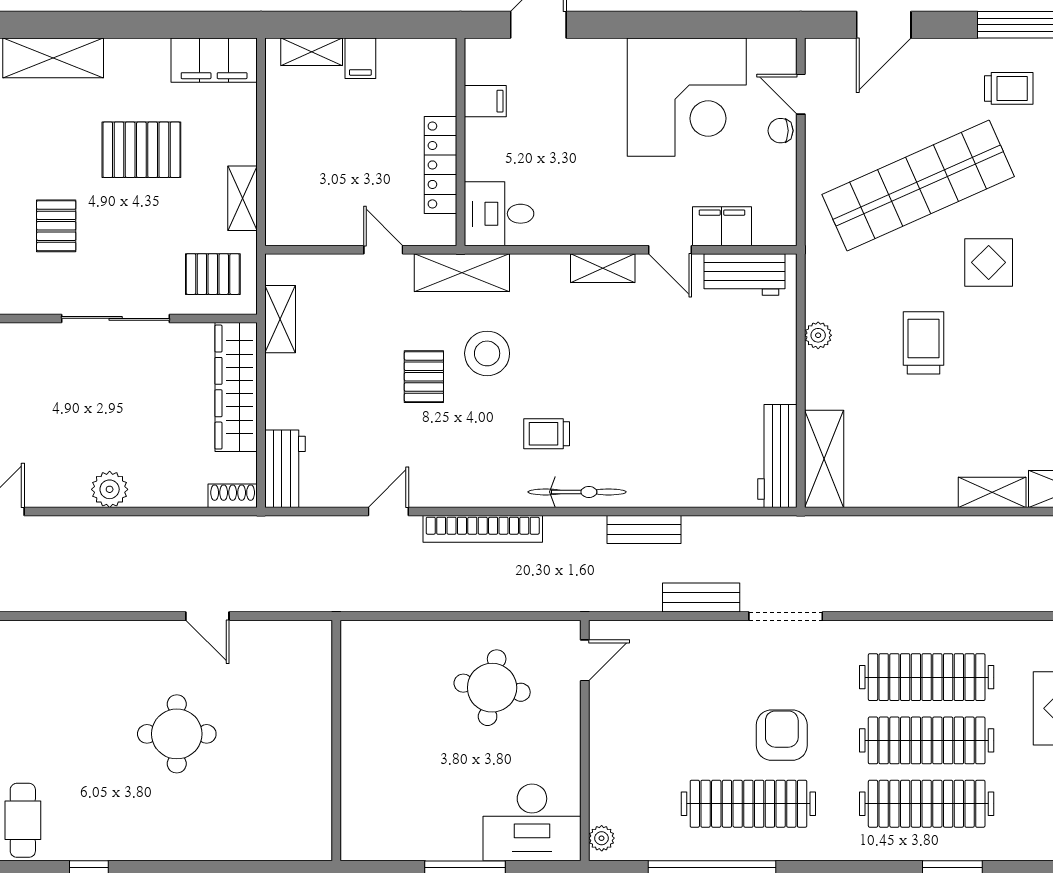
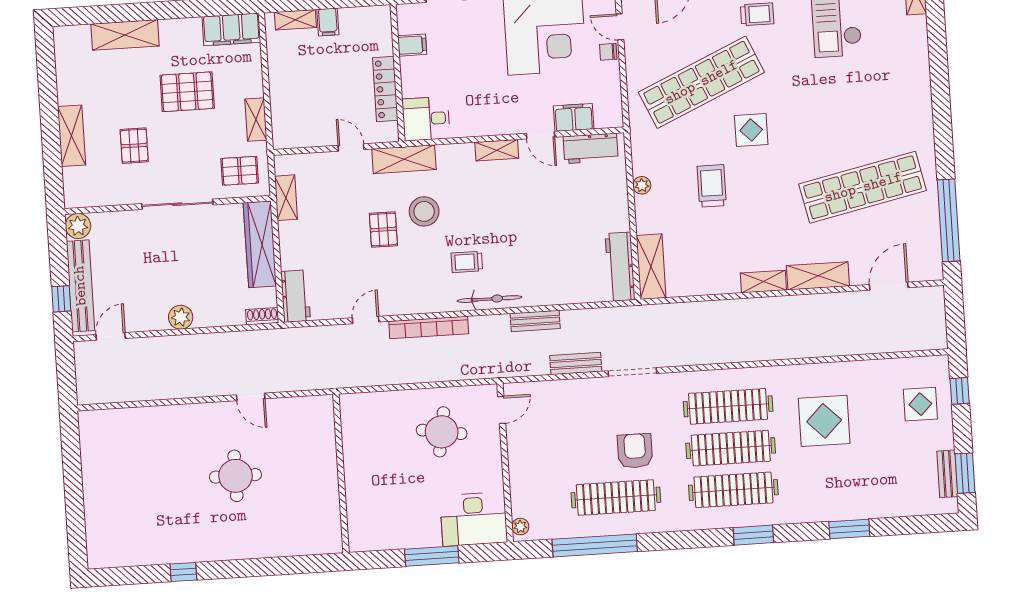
cafe table: (23, 820) -> (138, 539), removed

